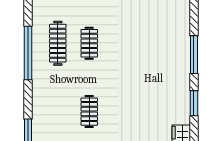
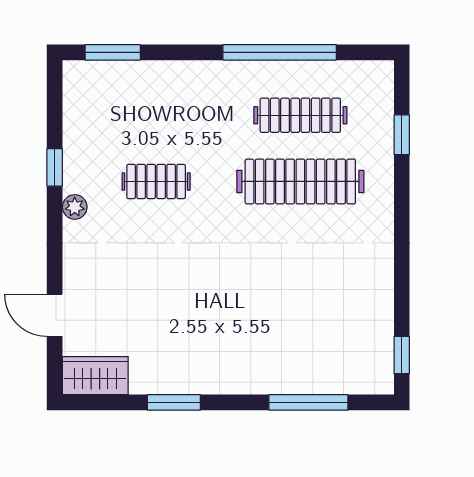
clothes rail: (89, 43) -> (300, 181), width x1.86, depth x1.31
window: (194, 55) -> (308, 402), moved

